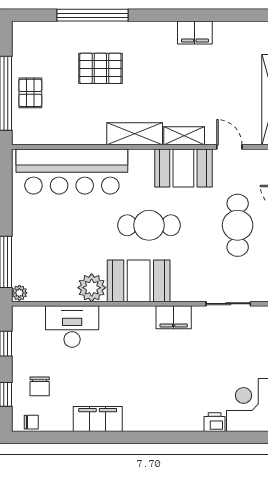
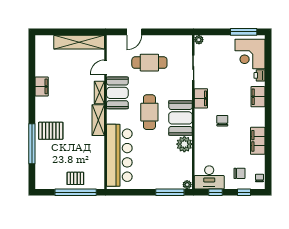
pallet: (100, 68) -> (51, 131), moved, turned 90
desk: (72, 327) -> (209, 177), moved, turned -90
chair: (134, 356) -> (222, 121), added
filing cabinet: (177, 419) -> (258, 97), added

